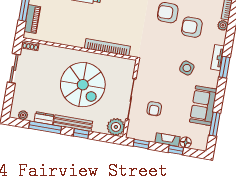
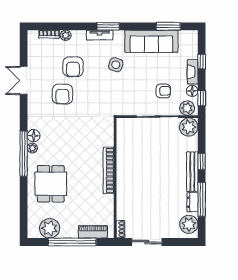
bookcase: (107, 47) -> (109, 170), moved
spiral stairs: (83, 85) -> (151, 168), removed
sofa: (203, 106) -> (151, 41), width x1.36
plant: (23, 115) -> (189, 224), width x1.88, depth x1.88
plant: (134, 128) -> (187, 108), added
floor lamp: (186, 142) -> (192, 91), moved

